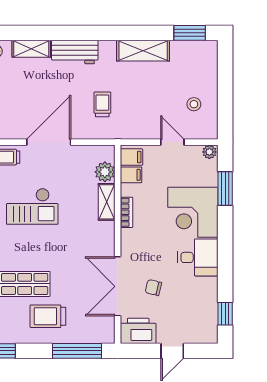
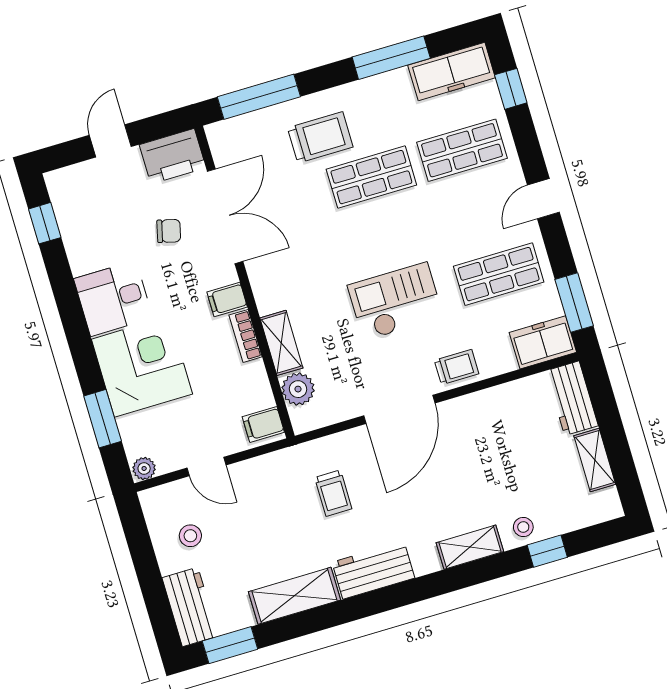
workbench: (75, 52) -> (373, 570), moved
workbench: (206, 62) -> (190, 607), added
filing cabinet: (131, 175) -> (227, 299), moved

